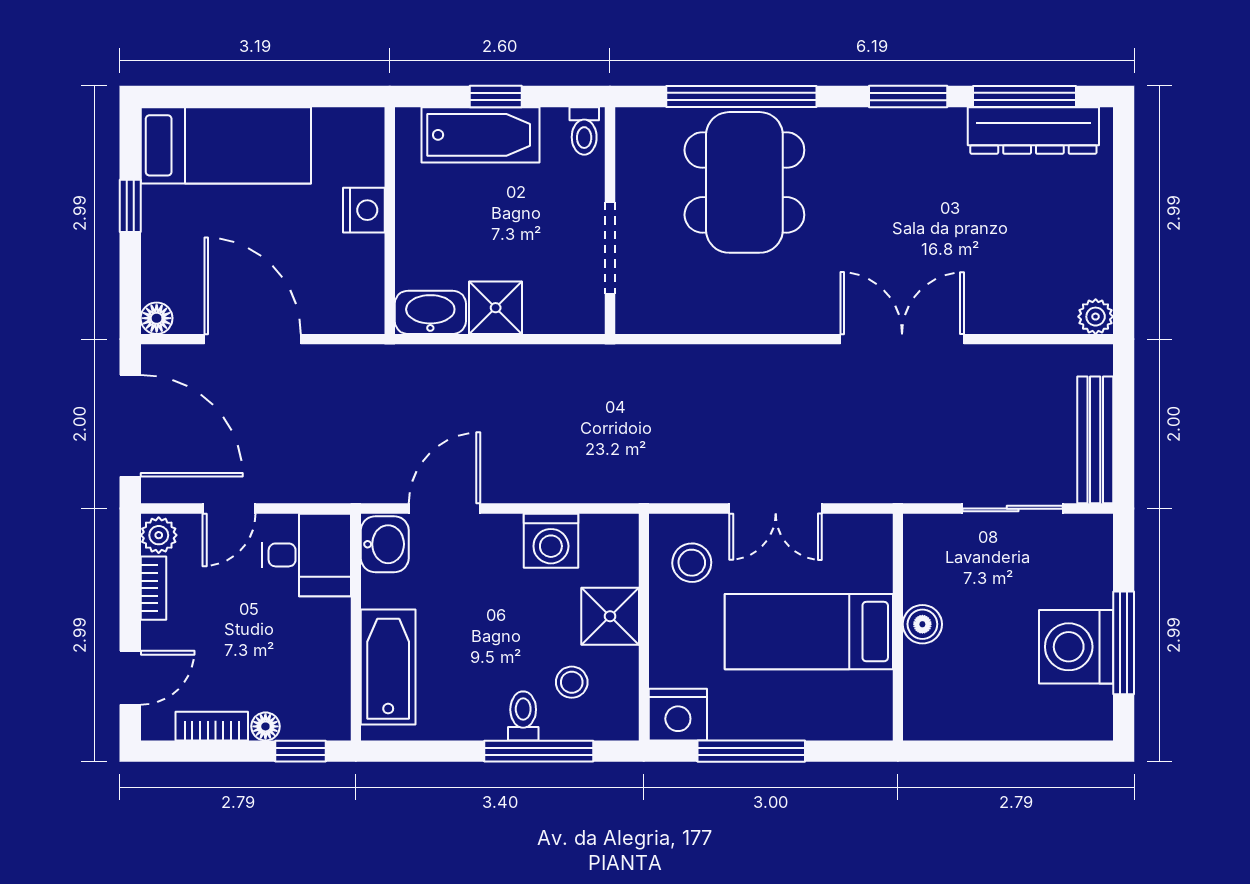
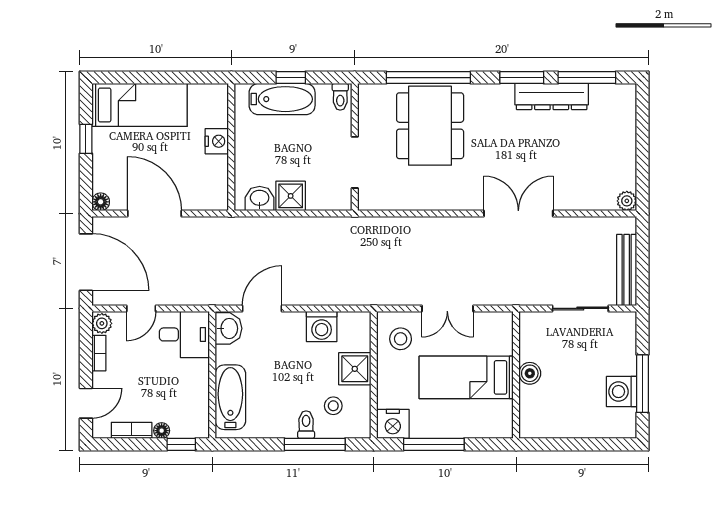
dresser: (1033, 130) -> (552, 97), moved
washbasin: (430, 312) -> (260, 199), width x0.72
washing machine: (1076, 647) -> (621, 392), width x0.73, depth x0.73

